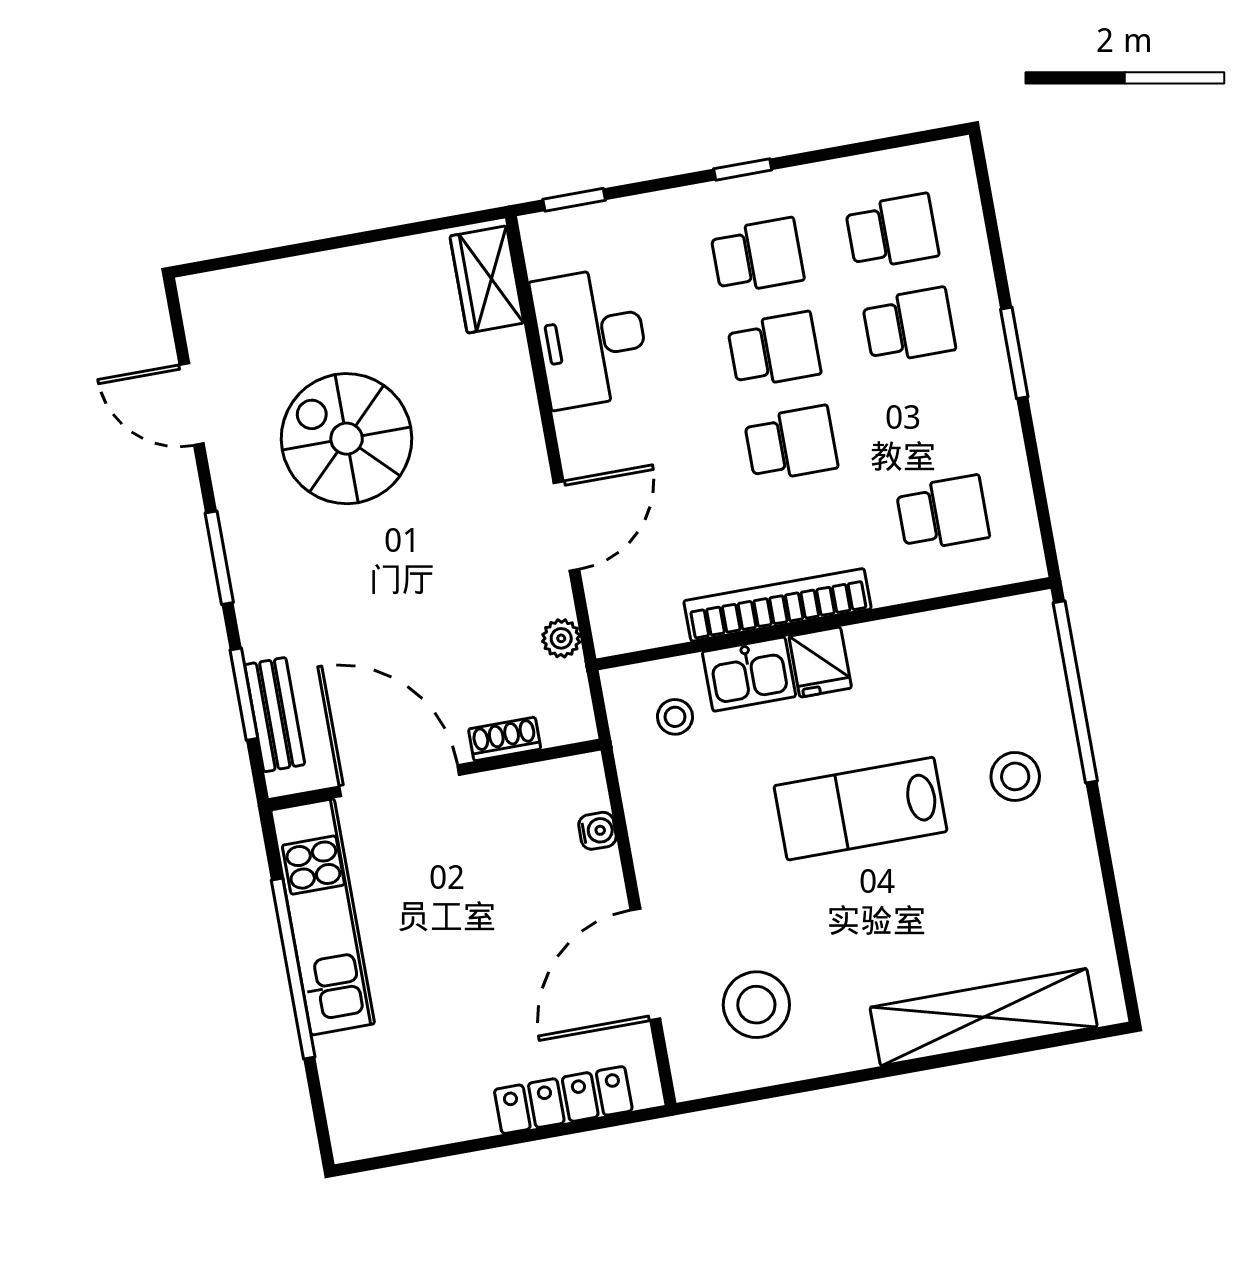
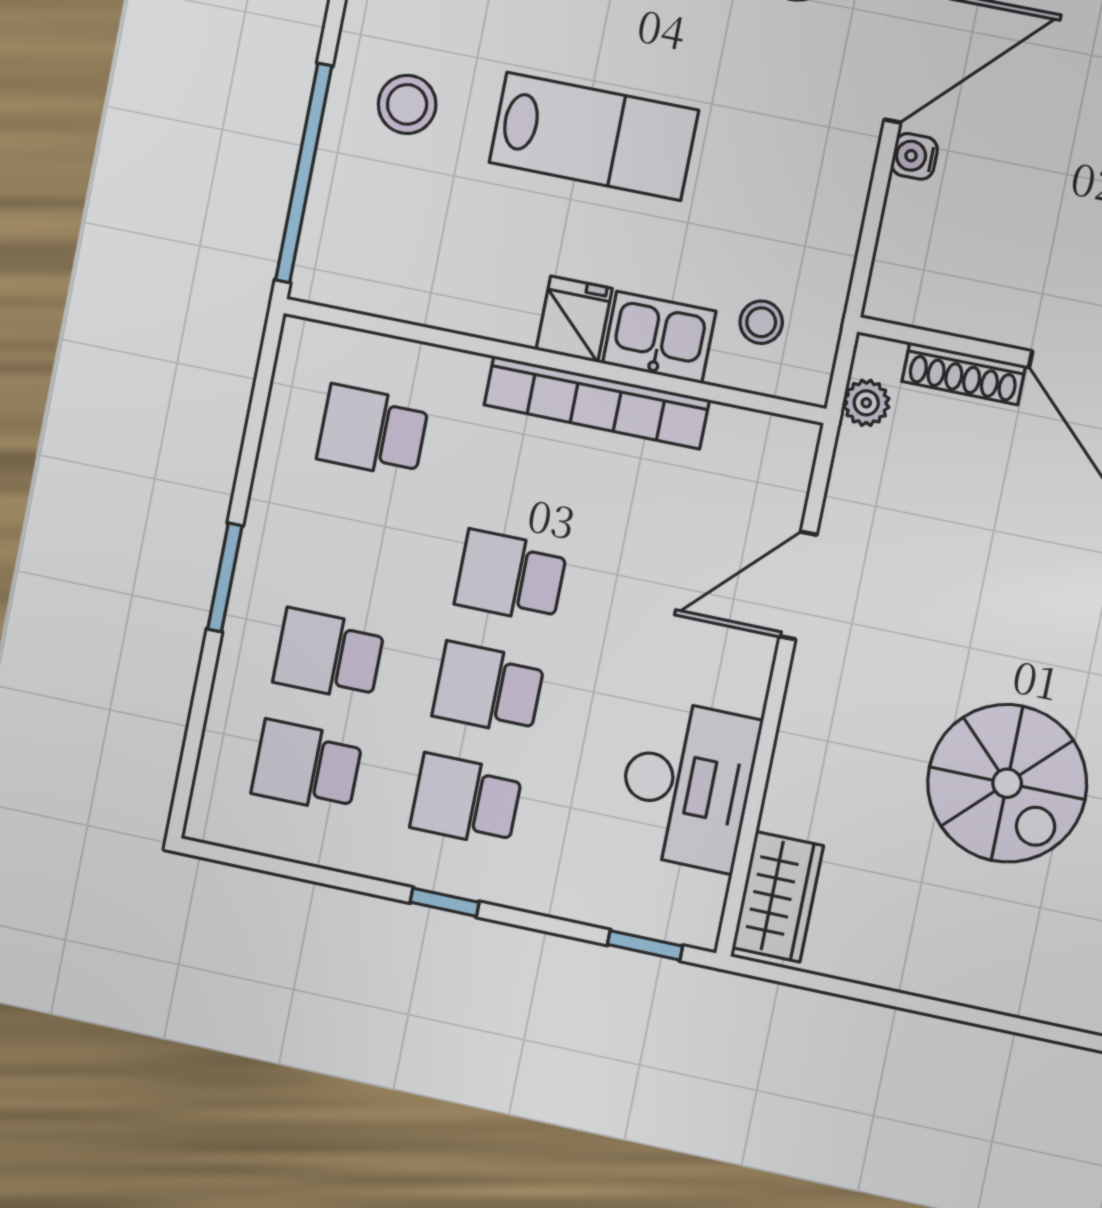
plant: (561, 638) -> (866, 403), moved
shoe rack: (505, 739) -> (964, 373), width x1.43
water cooler: (597, 831) -> (914, 156), moved

